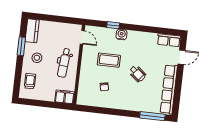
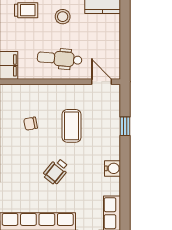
water cooler: (122, 35) -> (112, 168), moved
door: (82, 37) -> (101, 82), swing flipped

